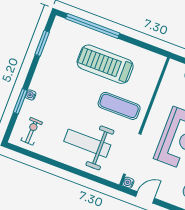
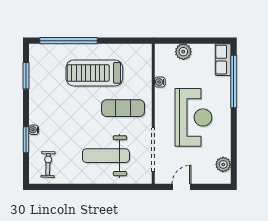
water cooler: (128, 183) -> (160, 82), moved

